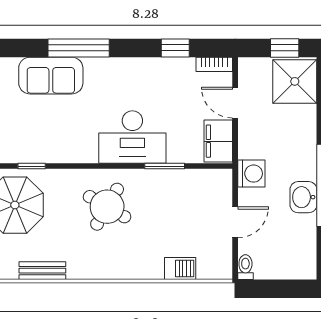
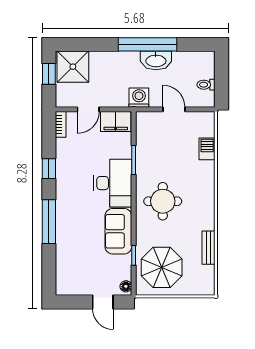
window: (175, 48) -> (49, 169), moved
sofa: (51, 76) -> (118, 231), moved, turned 180
washbasin: (303, 197) -> (156, 60), width x1.38
round table: (107, 207) -> (163, 201), turned -30
toilet: (245, 267) -> (206, 85), moved

